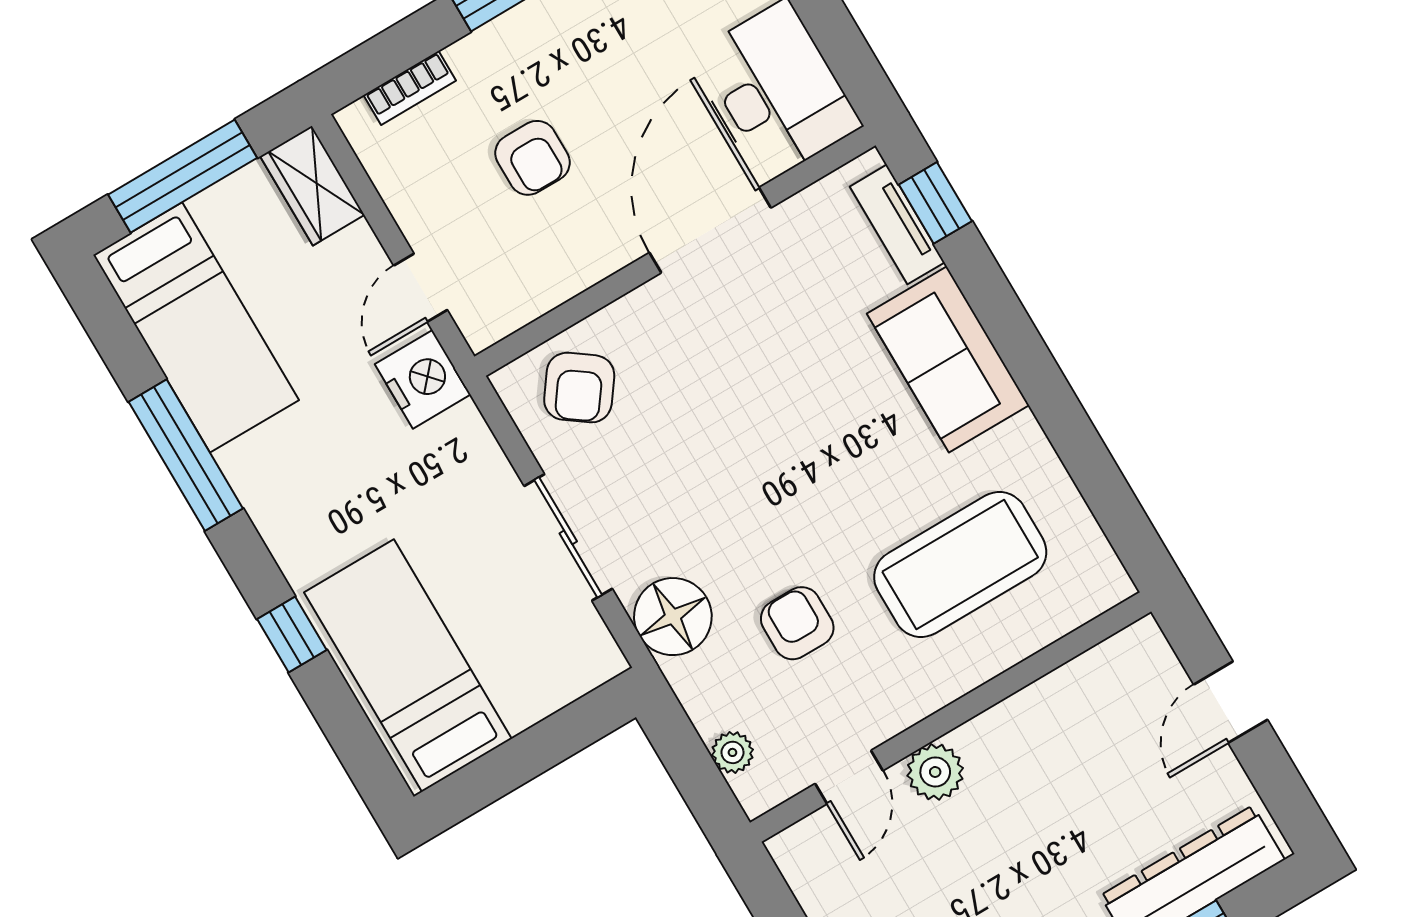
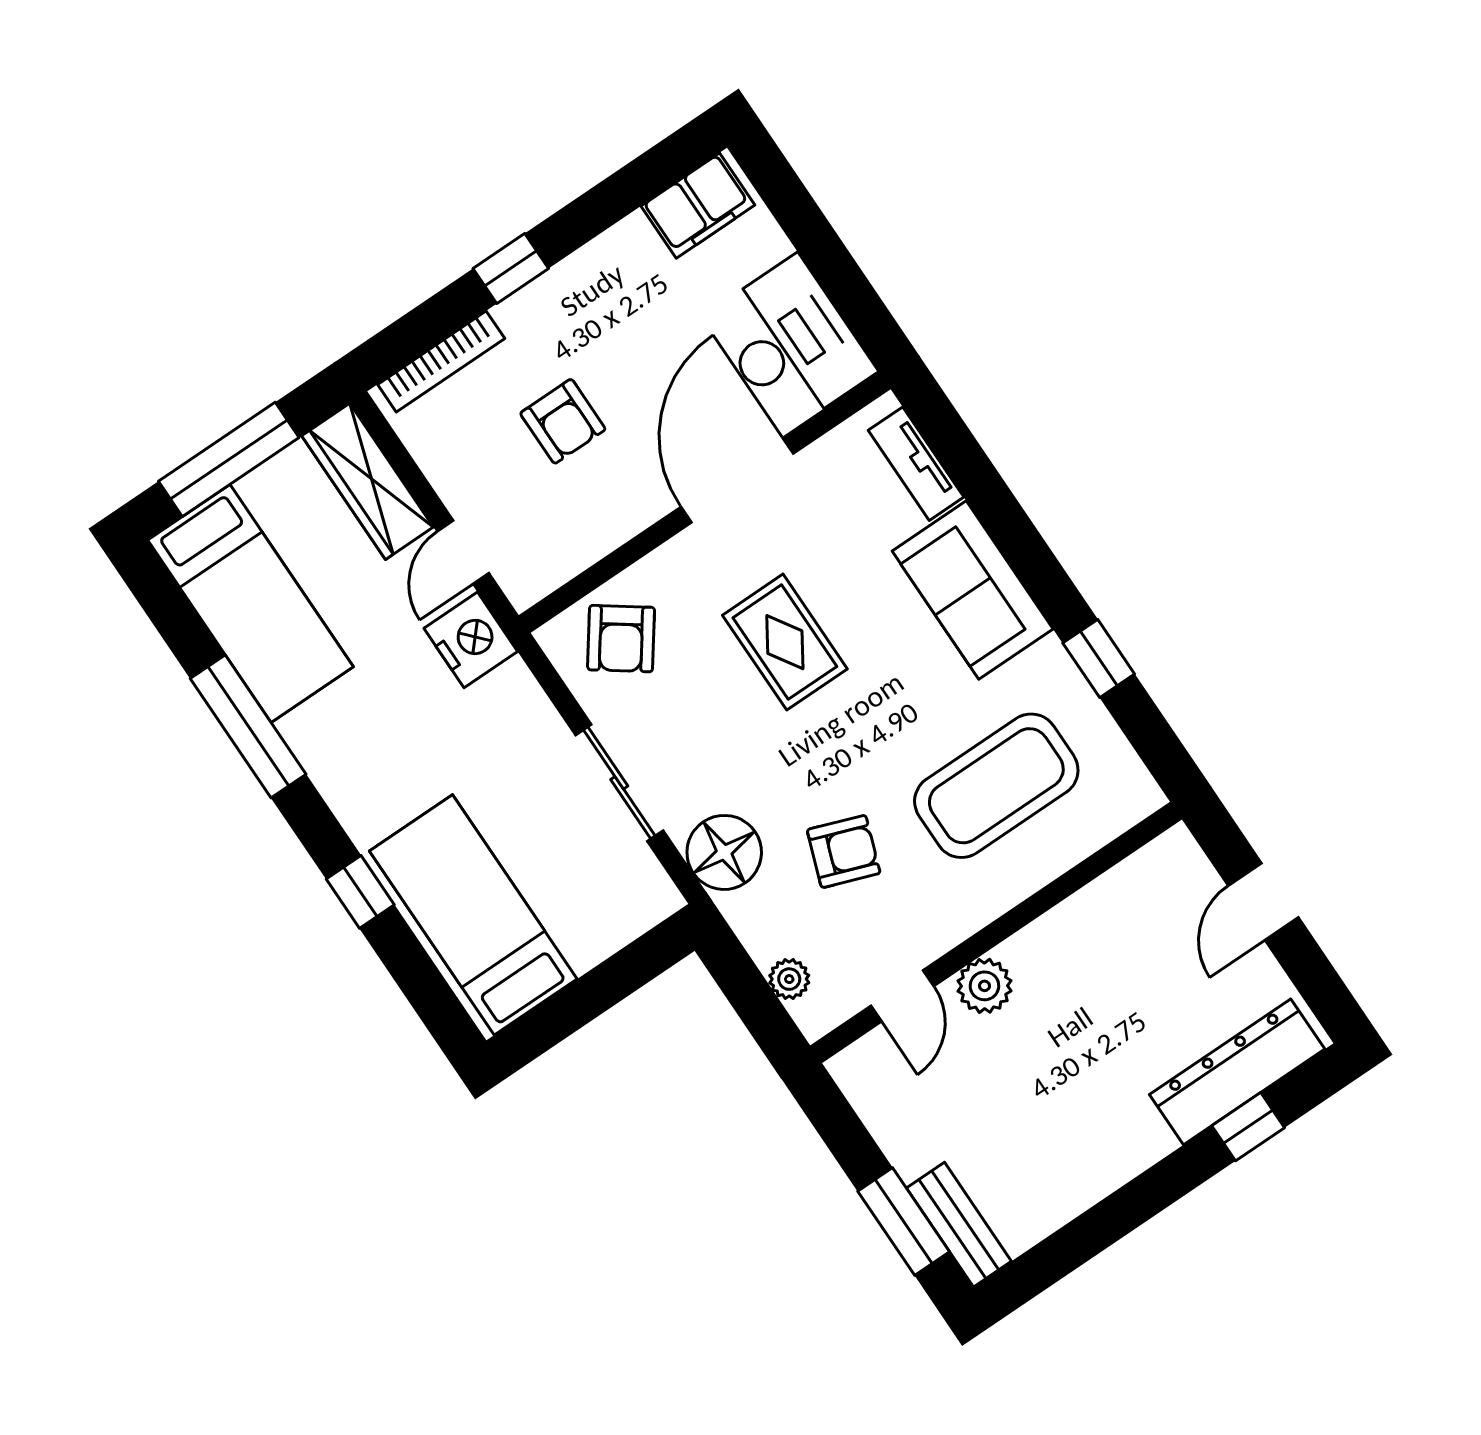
bookcase: (410, 88) -> (441, 361), width x1.56
wardrobe: (312, 186) -> (368, 481), width x1.50
window: (935, 203) -> (1099, 658), moved
rug: (749, 402) -> (785, 642), added
armchair: (797, 623) -> (844, 851), turned 110

